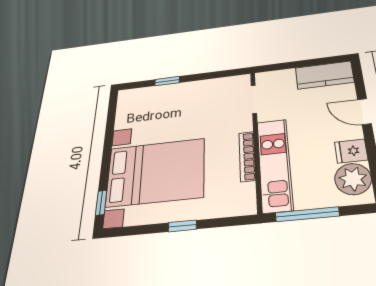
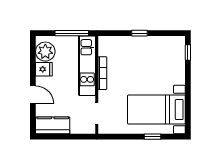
bed with nightstands: (156, 172) -> (156, 110), moved, width x0.73

